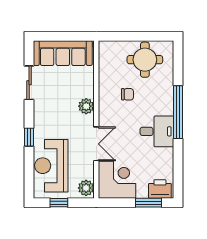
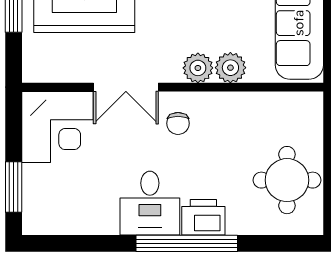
chair: (127, 94) -> (178, 123), moved
plant: (86, 188) -> (230, 68), moved
printer: (160, 189) -> (203, 217), moved, turned -90

